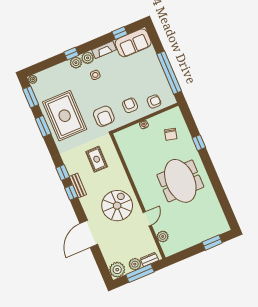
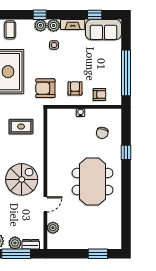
coffee table: (51, 78) -> (10, 30), added
armchair: (104, 116) -> (45, 88), turned 90
rug: (97, 159) -> (21, 127), turned 90

